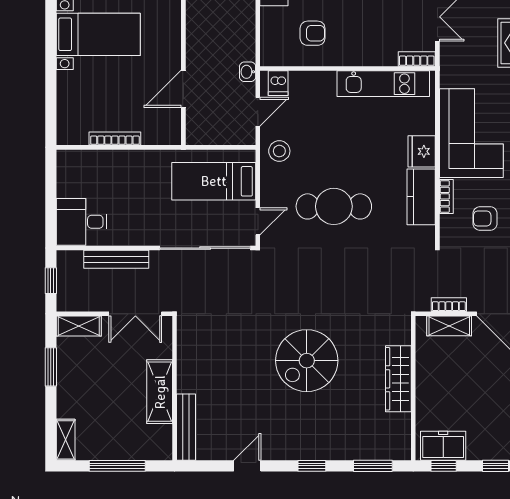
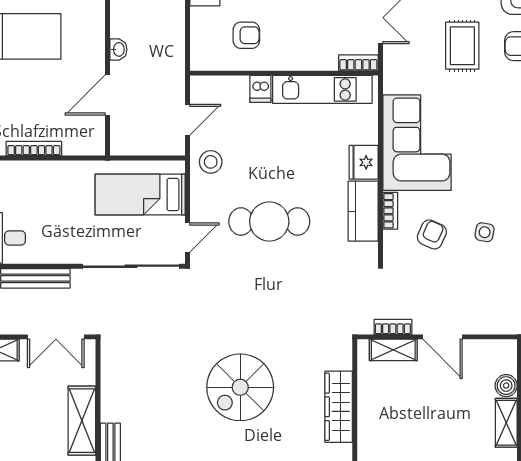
washbasin: (248, 72) -> (118, 49), moved, turned 180
dishwasher: (278, 83) -> (260, 89), moved
armchair: (485, 219) -> (432, 234), turned 114

